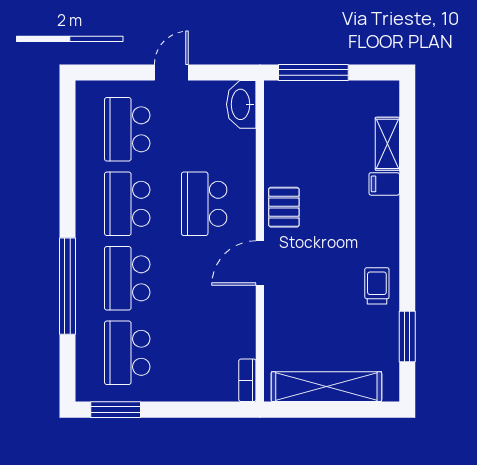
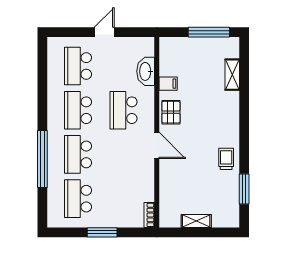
window: (313, 72) -> (209, 32), moved
washbasin: (241, 104) -> (146, 71), moved
filing cabinet: (384, 184) -> (168, 84), moved, turned 180
door: (260, 263) -> (157, 145), swing flipped
shelving: (326, 387) -> (196, 221), width x0.45, depth x0.75
window: (116, 410) -> (102, 232), moved

